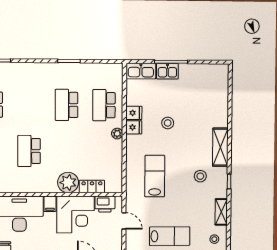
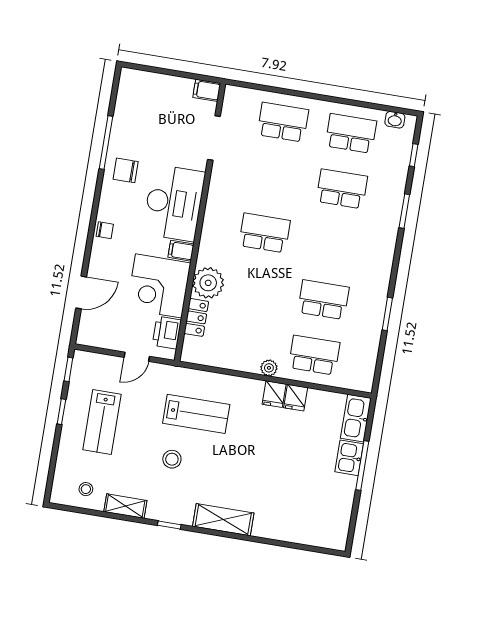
stool: (168, 123) -> (272, 446), removed
stool: (200, 176) -> (172, 459), moved

